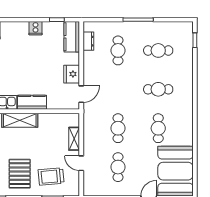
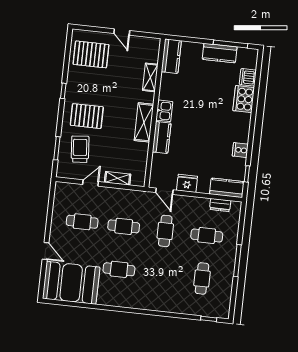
cafe table: (158, 89) -> (165, 231), moved

